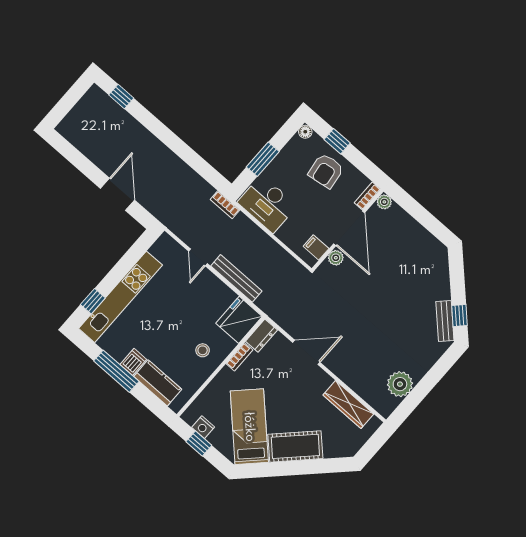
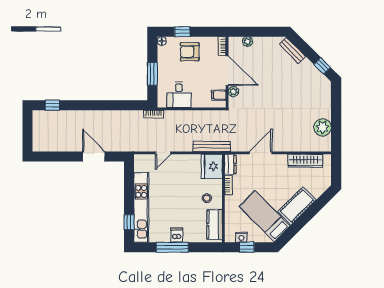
armchair: (326, 171) -> (190, 52), turned 98
plant: (384, 202) -> (247, 42), moved
desk: (267, 204) -> (179, 95), width x0.73
door: (198, 257) -> (163, 153), hinge flipped
bench: (236, 278) -> (212, 146), moved
bench: (445, 321) -> (292, 50), moved
kitchen counter: (158, 383) -> (215, 225), moved, turned -90

